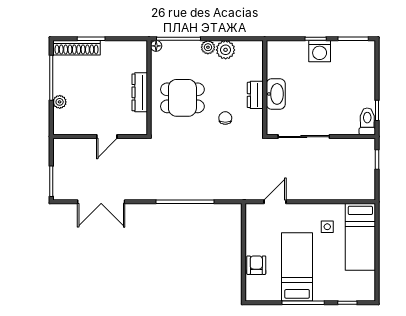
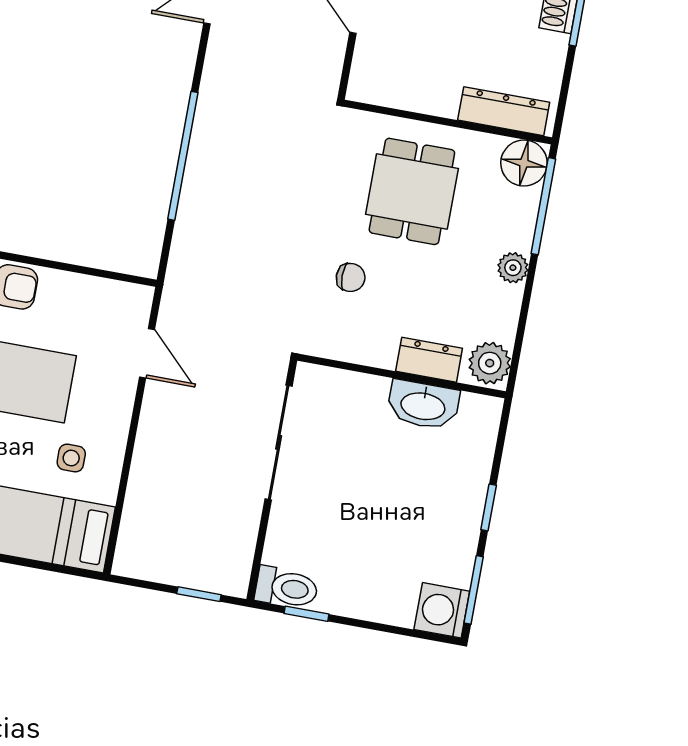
floor lamp: (156, 46) -> (524, 163), width x1.89, depth x1.89
plant: (226, 50) -> (490, 363), moved
washing machine: (320, 51) -> (442, 610), moved
dresser: (140, 92) -> (504, 111), moved
washbasin: (276, 94) -> (423, 405), moved
dresser: (255, 95) -> (429, 360), moved

